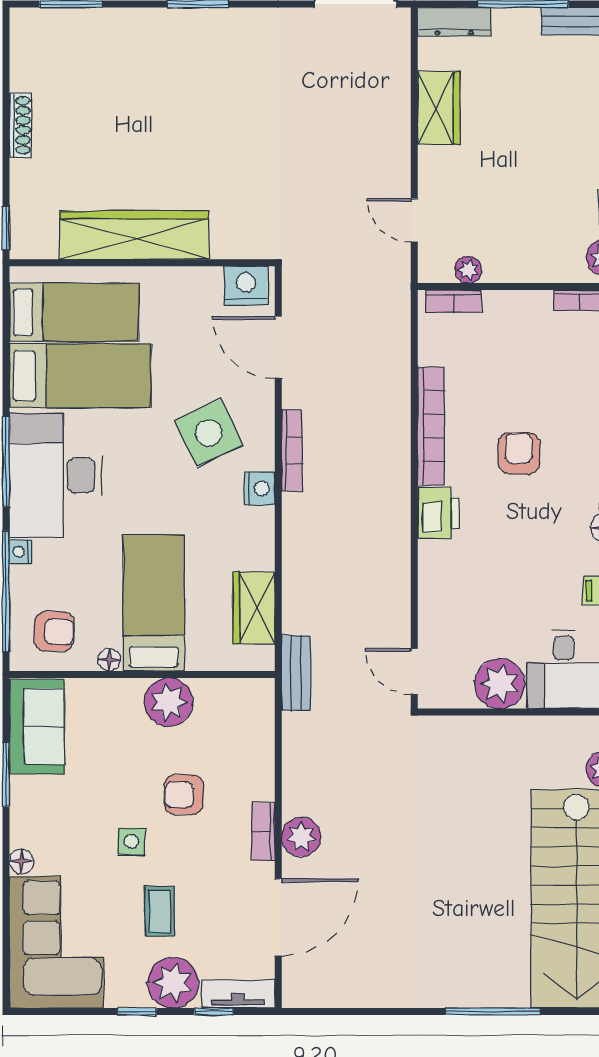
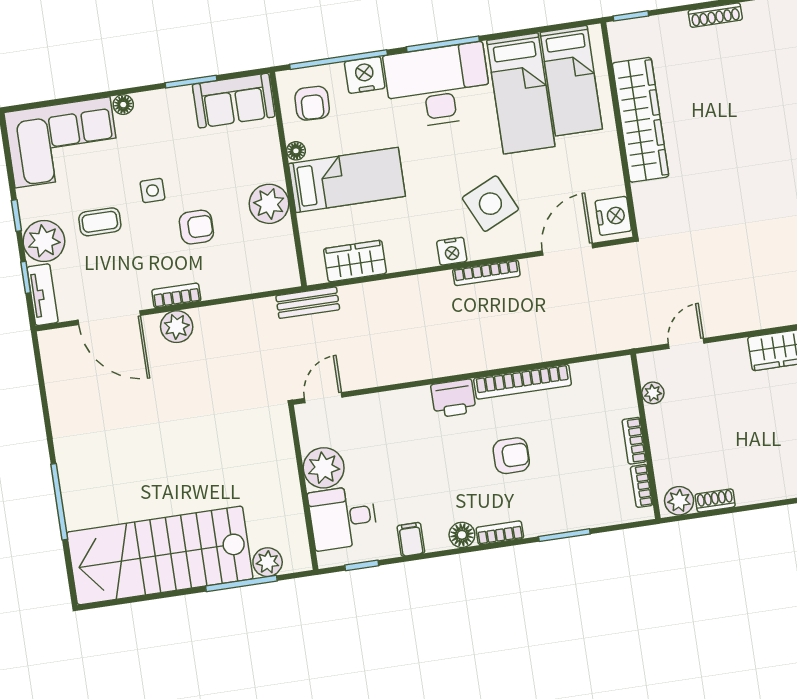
bookcase: (453, 301) -> (634, 441), moved
nightstand: (20, 552) -> (365, 75), width x1.89, depth x1.79
armchair: (184, 795) -> (196, 227), turned 90

